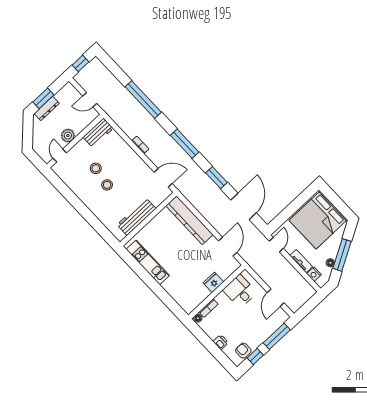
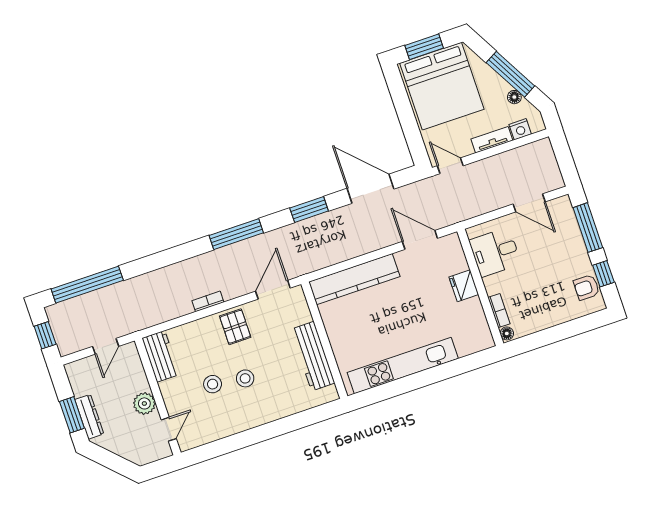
window: (143, 100) -> (87, 285), moved
door: (60, 155) -> (169, 429), swing flipped
pallet: (133, 166) -> (235, 327), added
window: (335, 200) -> (424, 47), added
kitchen unit: (148, 262) -> (403, 366), width x1.36
printer: (221, 342) -> (558, 316), removed

